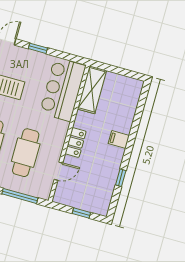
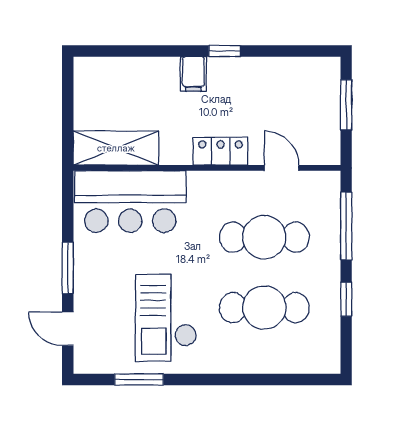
window: (38, 48) -> (68, 268), width x1.50
window: (121, 178) -> (225, 51), moved
window: (81, 213) -> (346, 105), width x1.50

